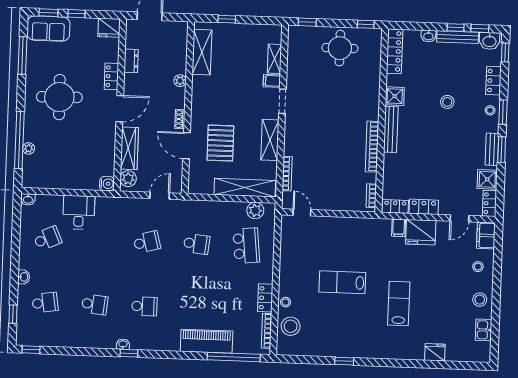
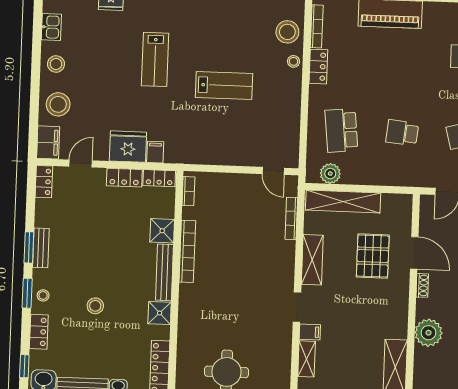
plant: (180, 81) -> (428, 333), width x1.87, depth x1.87
shower: (487, 179) -> (162, 231), moved
stool: (478, 267) -> (58, 104), width x1.89, depth x1.89

